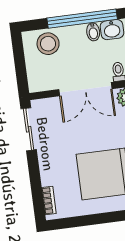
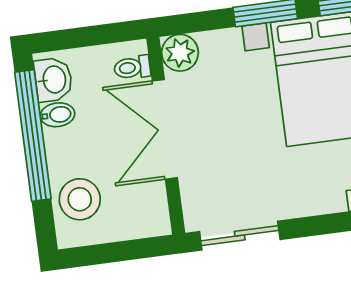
double door: (85, 89) -> (165, 129), swing flipped

